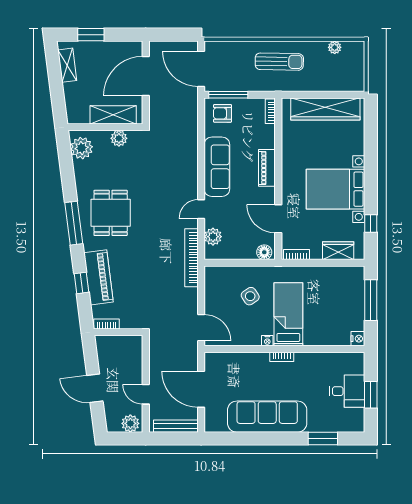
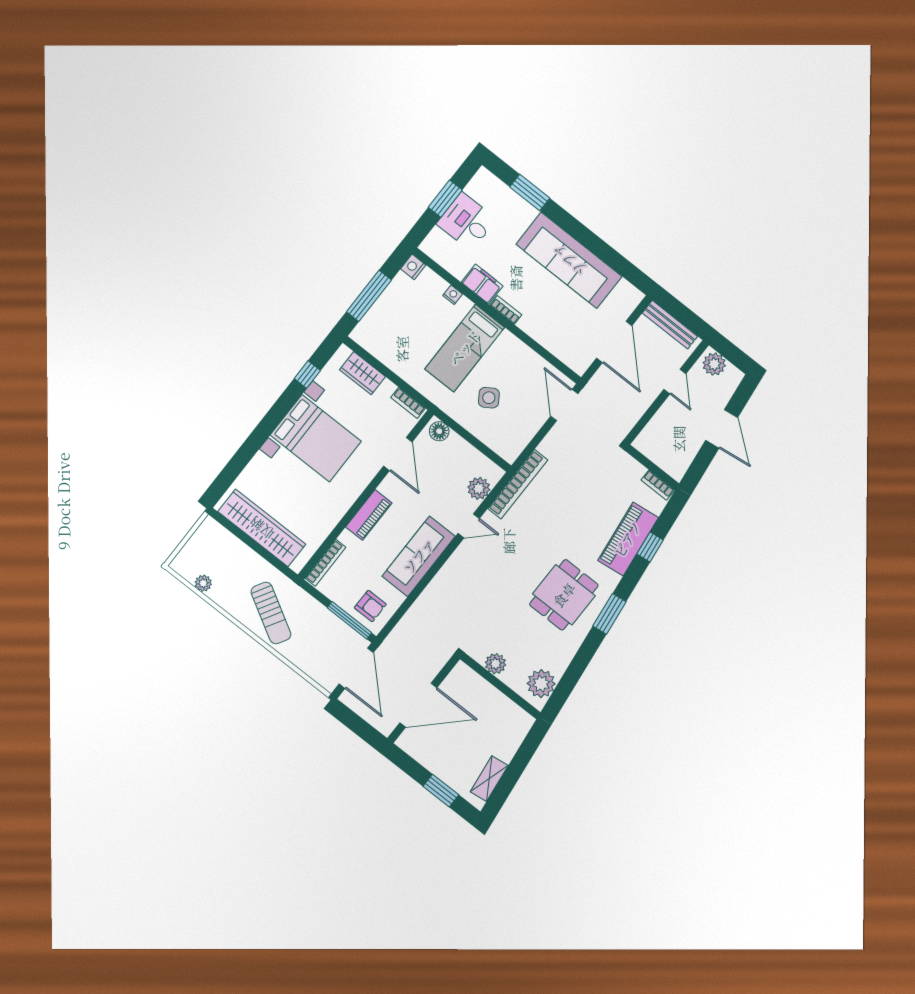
sun lounger: (279, 62) -> (271, 613), turned -151
bookcase: (270, 111) -> (326, 563), width x1.56
shelving: (113, 115) -> (482, 692), removed
window: (74, 223) -> (609, 614), width x0.69
nightstand: (267, 341) -> (453, 295), moved
filing cabinet: (308, 361) -> (482, 284), added

